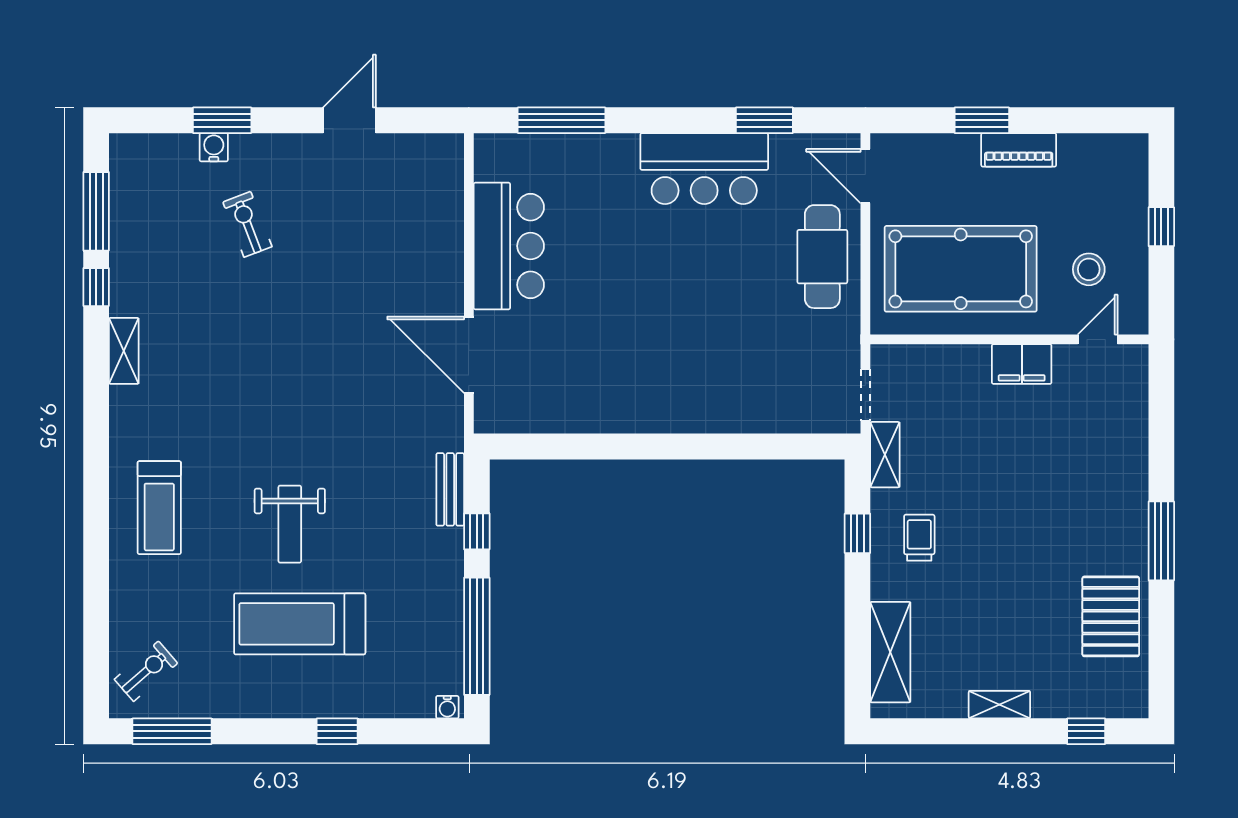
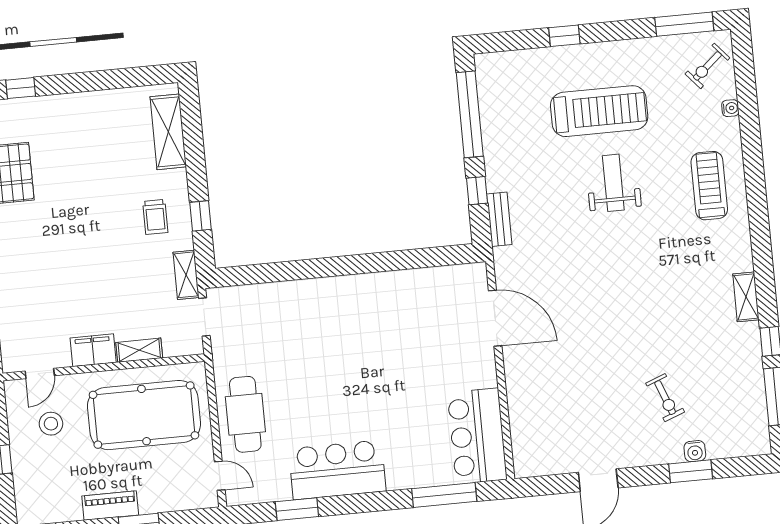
door: (865, 176) -> (220, 476), width x0.73
bar counter: (509, 246) -> (477, 436), moved
shelving: (999, 705) -> (139, 350), moved
water cooler: (447, 707) -> (730, 108), moved, turned 90

